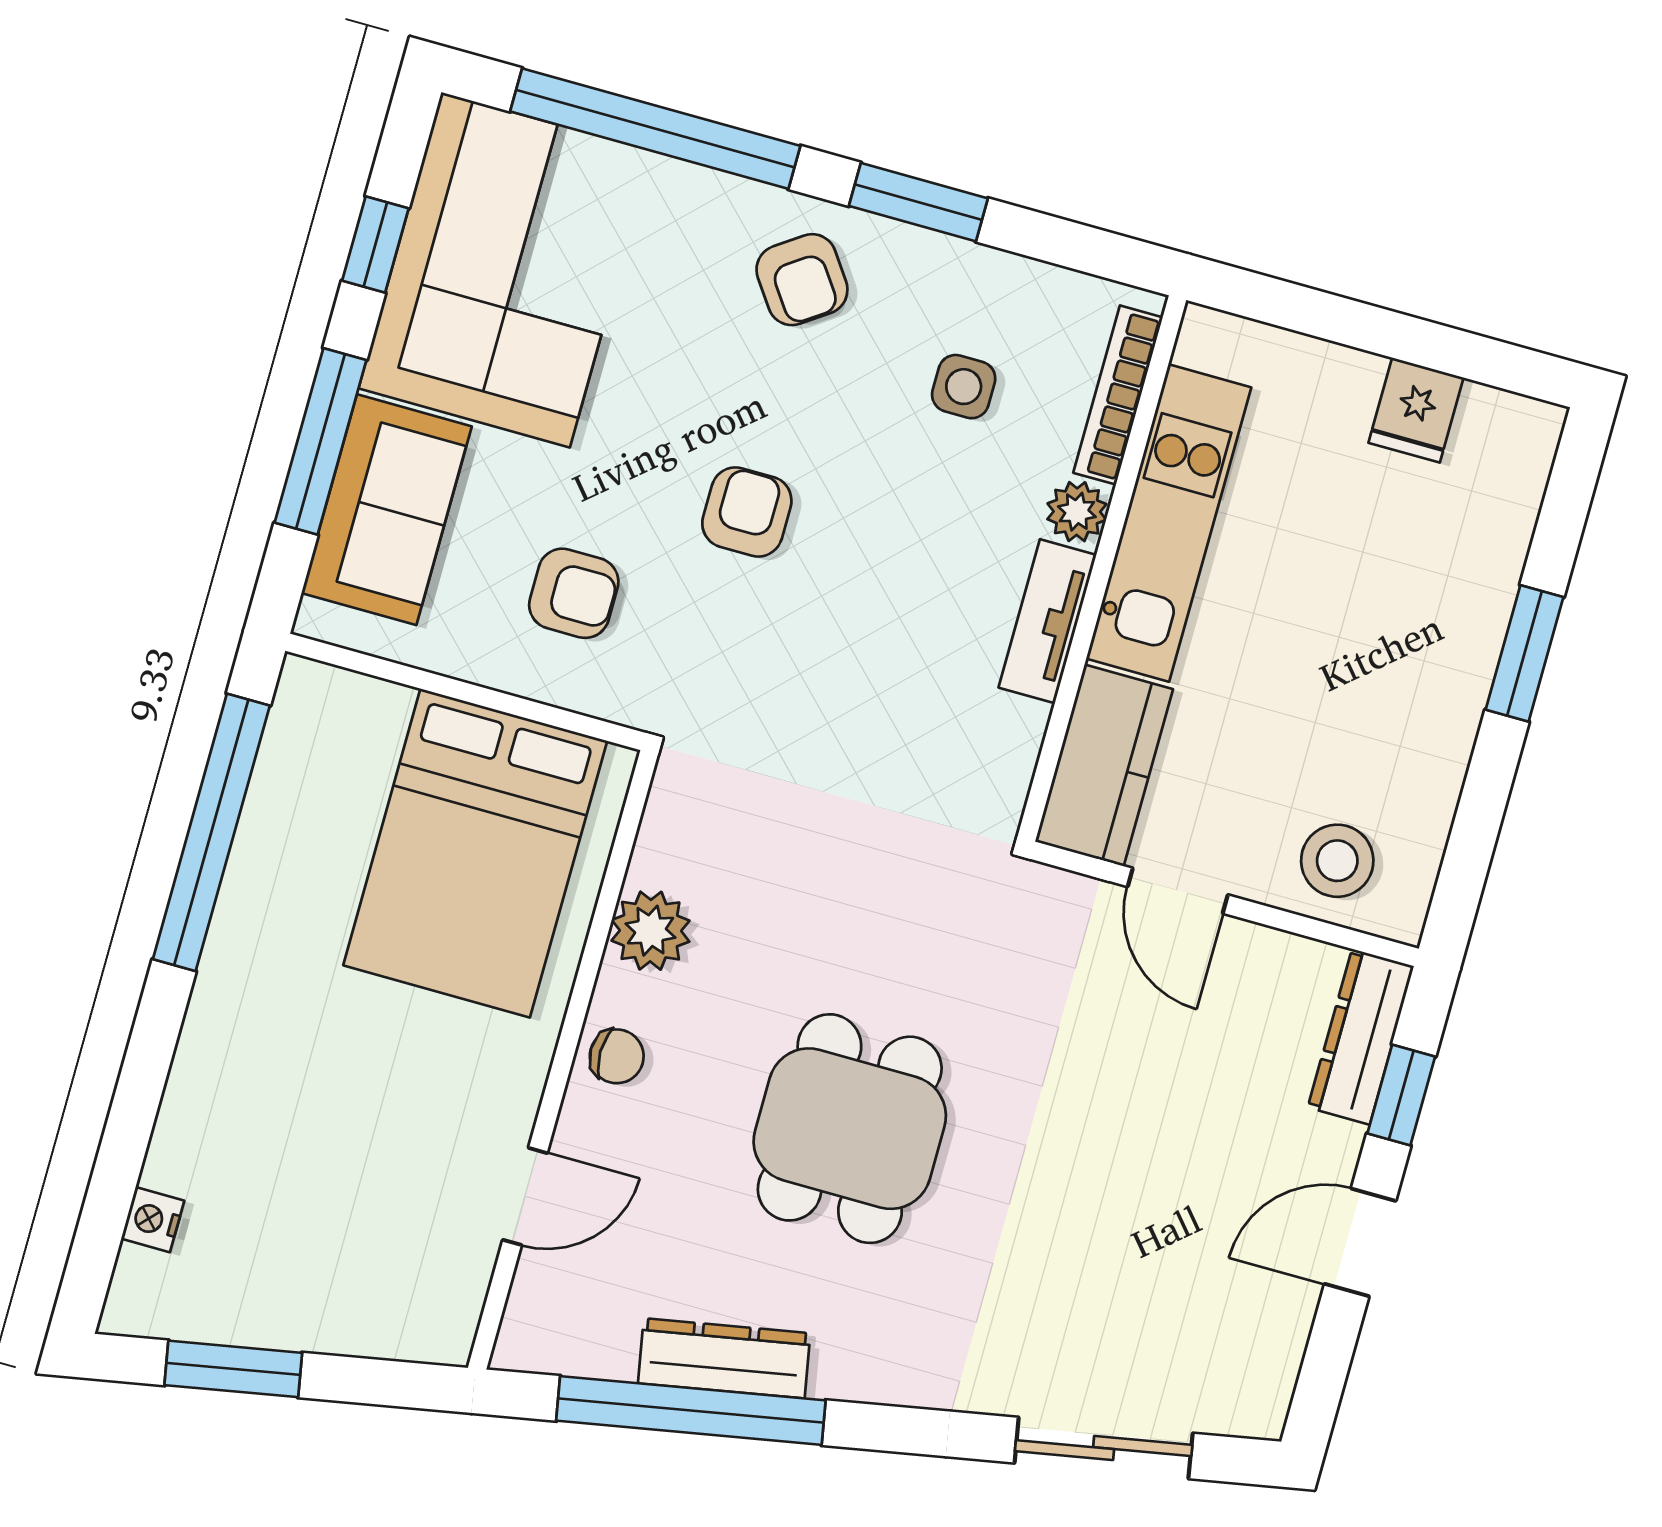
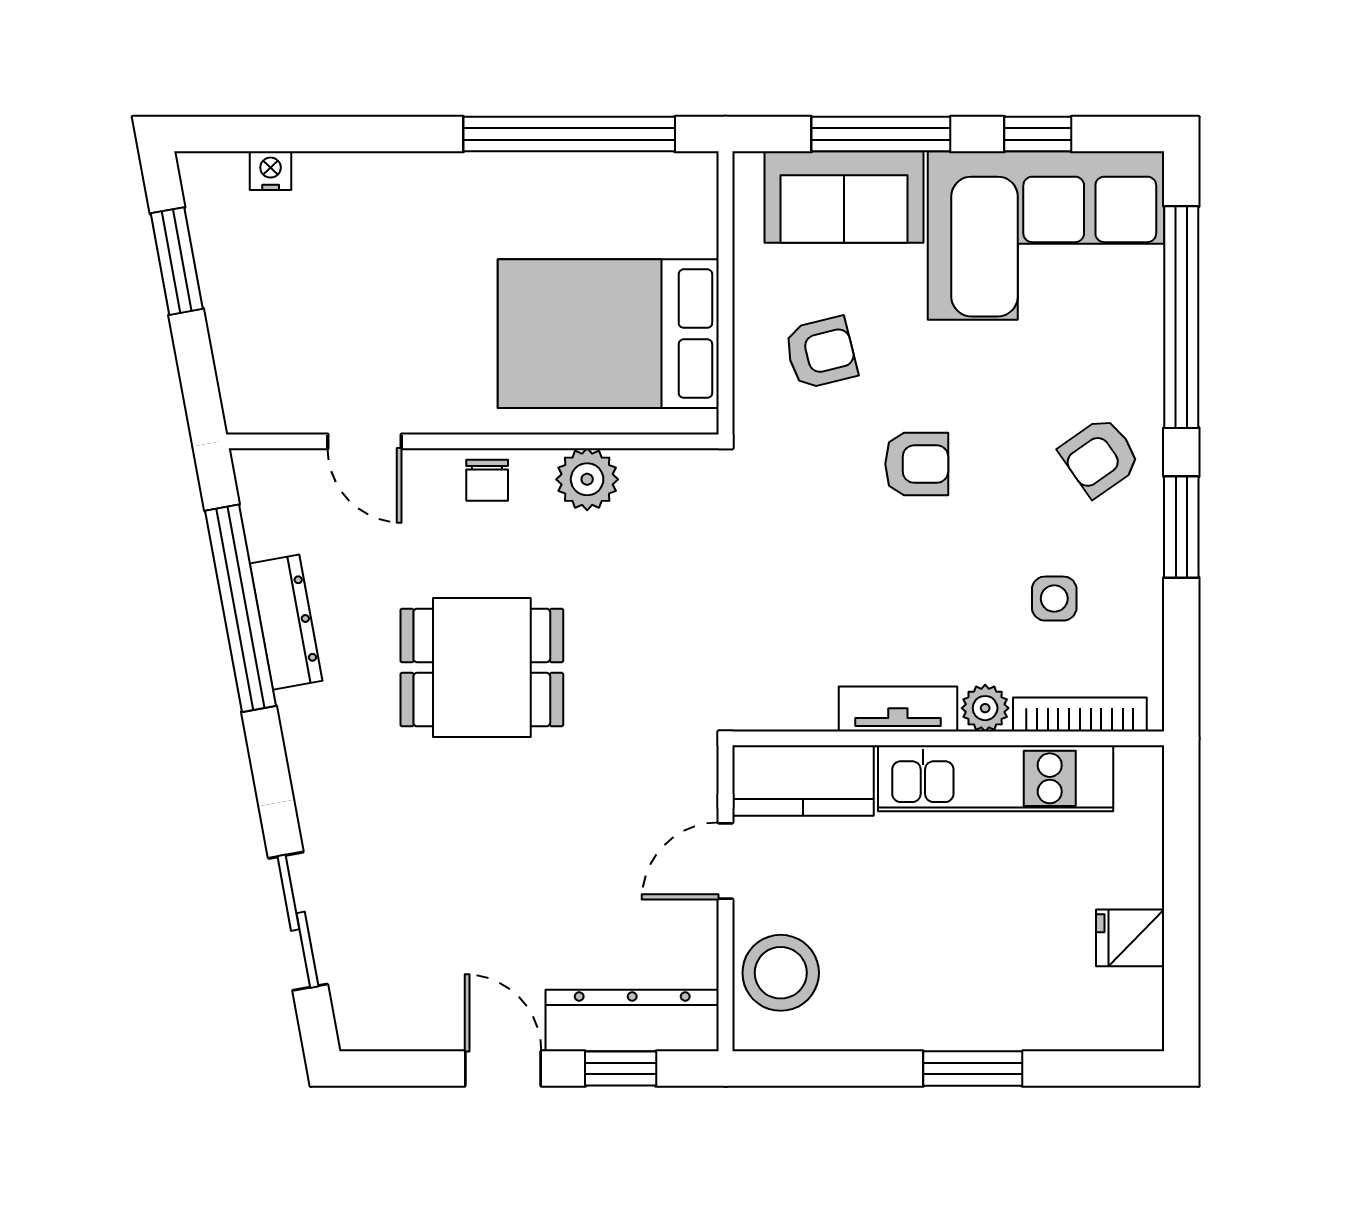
armchair: (574, 593) -> (821, 353), turned -104
stool: (1337, 861) -> (781, 973), width x1.38, depth x1.38
dresser: (1361, 1037) -> (632, 1021), width x1.37, depth x1.24

